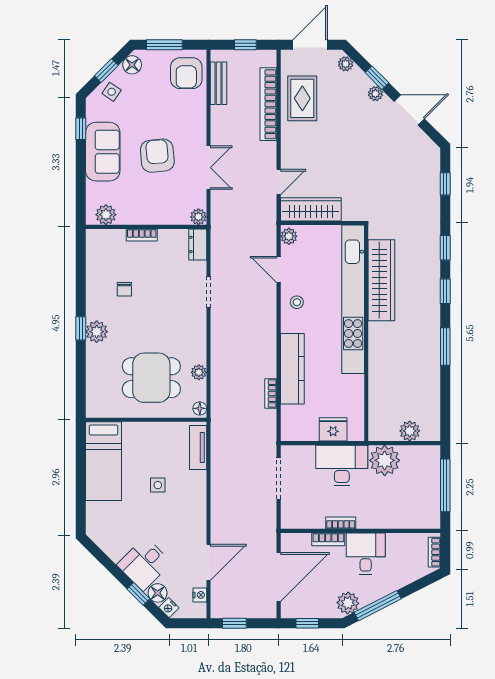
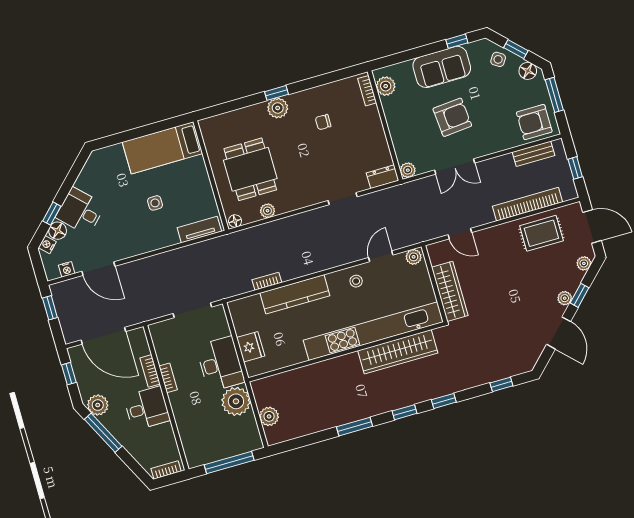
wardrobe: (311, 209) -> (450, 291), moved
bookcase: (142, 235) -> (367, 91), moved

